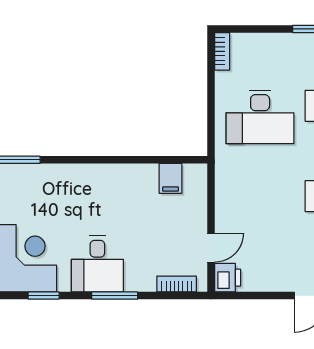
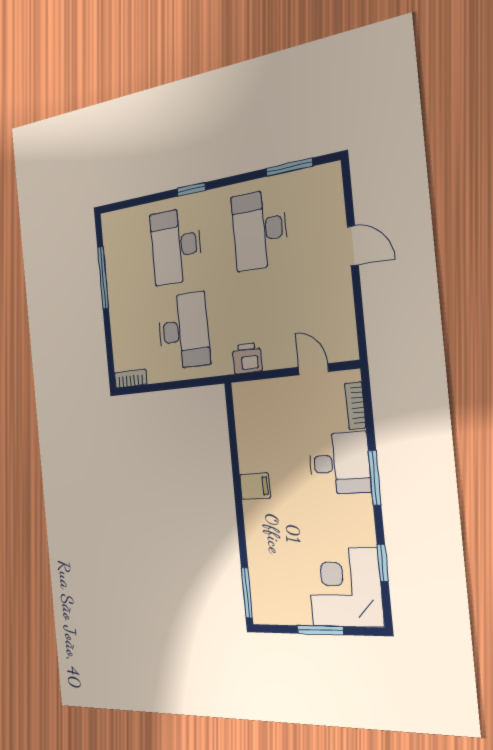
filing cabinet: (170, 178) -> (255, 486), moved
desk: (97, 264) -> (339, 463), moved
printer: (228, 278) -> (247, 358), moved

